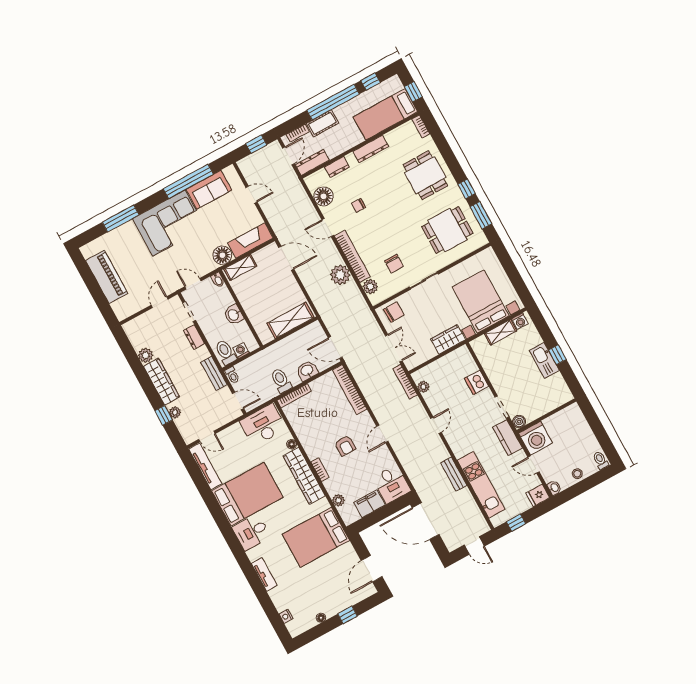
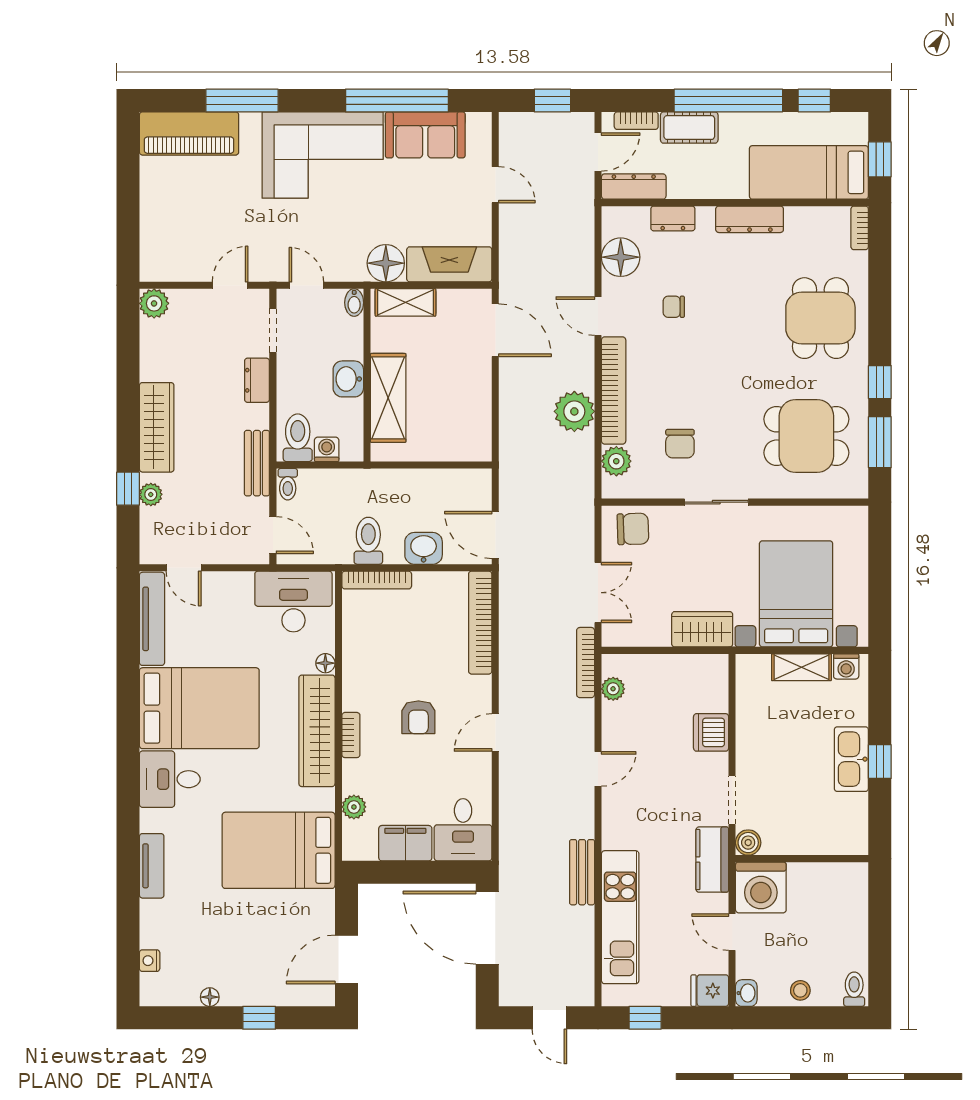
piano: (107, 277) -> (189, 133), moved, turned 90
shelving: (291, 320) -> (388, 398), moved, turned 90
plant: (146, 355) -> (154, 303), moved

